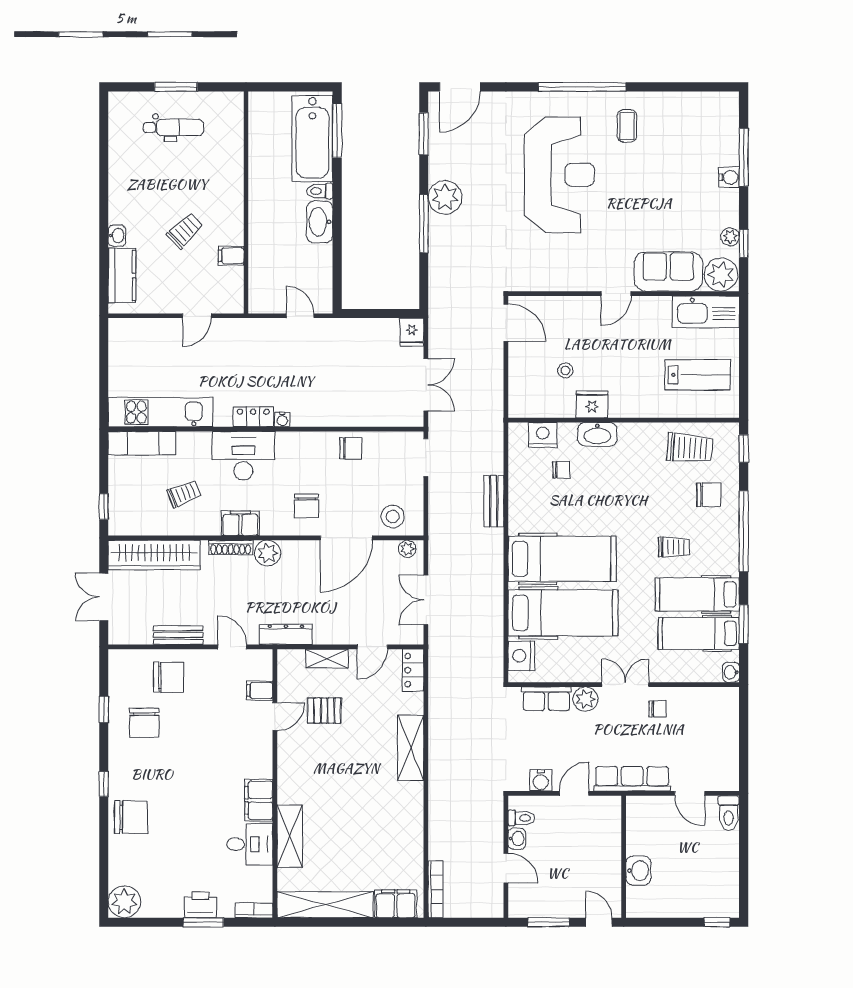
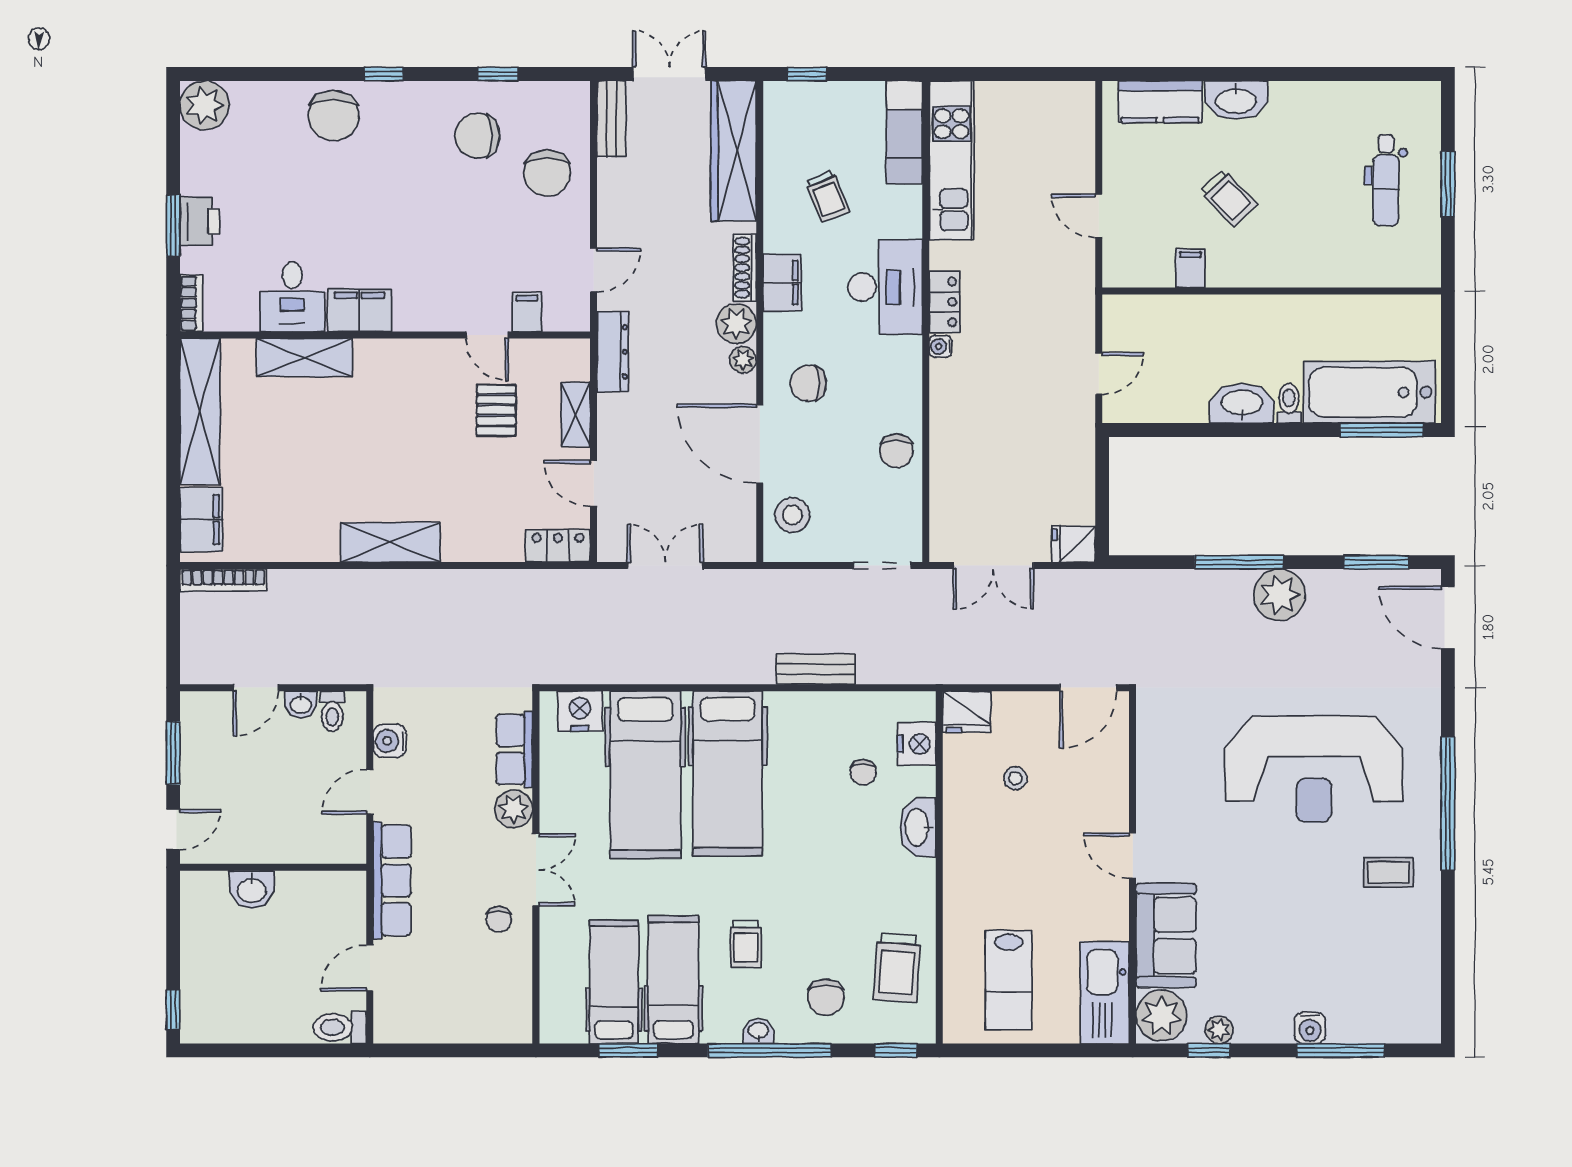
washbasin: (117, 236) -> (1236, 100), width x1.91, depth x1.45
fridge: (592, 404) -> (967, 712), moved, turned 90
plant: (407, 549) -> (743, 360), moved
bench: (178, 635) -> (611, 119), moved
washbasin: (731, 672) -> (758, 1031), moved
shelving: (411, 748) -> (390, 542), moved
door: (574, 793) -> (370, 792), swing flipped

